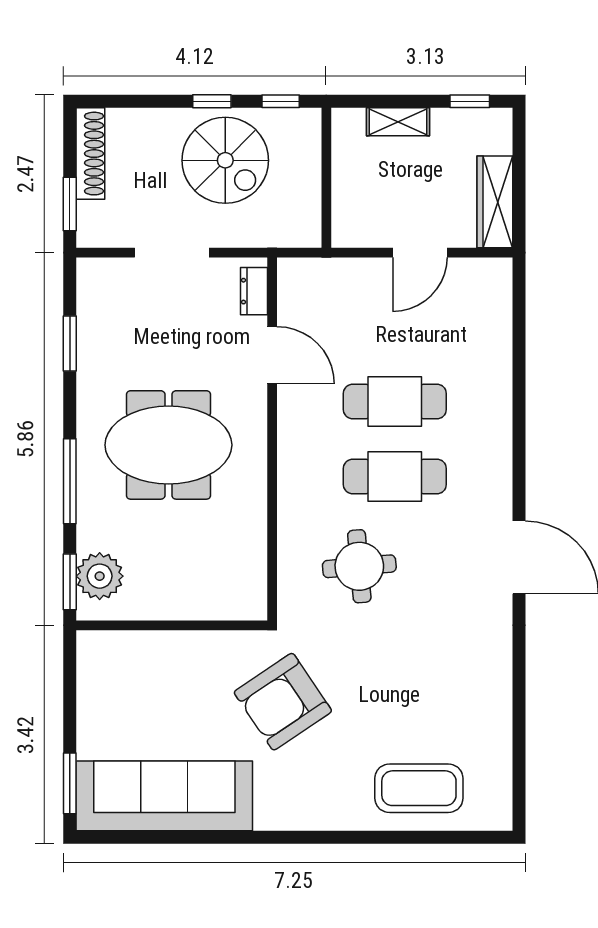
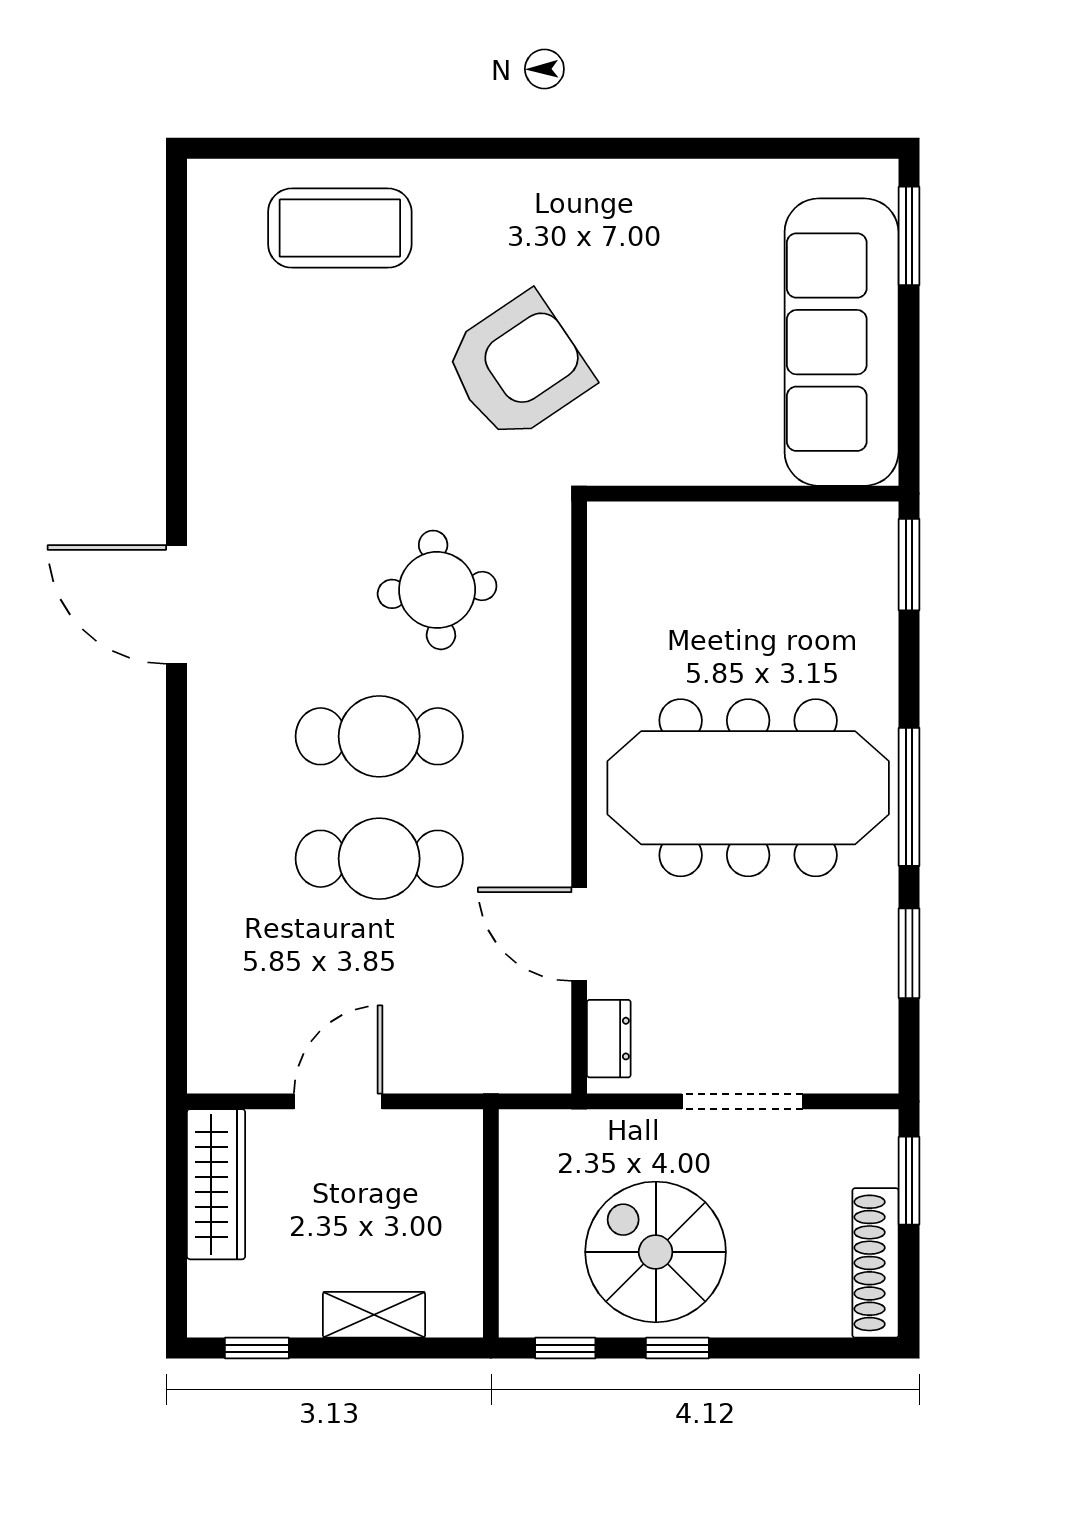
meeting table: (168, 445) -> (748, 788), width x1.36
window: (70, 481) -> (909, 797), moved
plant: (100, 576) -> (860, 574), removed
armchair: (283, 702) -> (518, 367), moved
sofa: (164, 796) -> (842, 342), moved, turned 90

